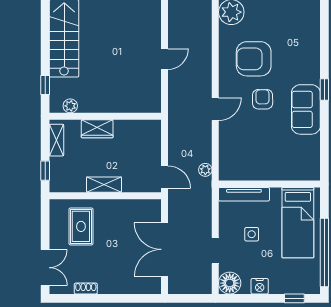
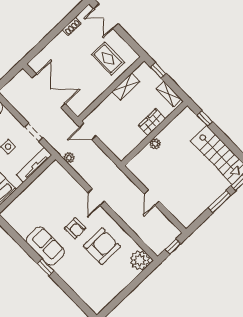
plant: (70, 106) -> (155, 144), moved
shelving: (104, 185) -> (126, 87), moved
doorway: (215, 251) -> (34, 132), moved

